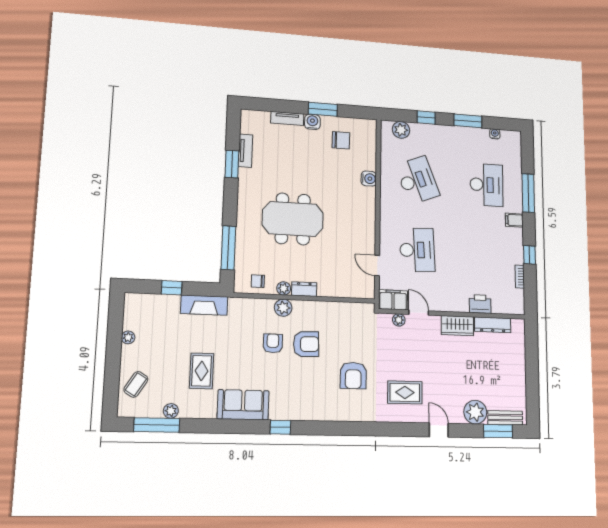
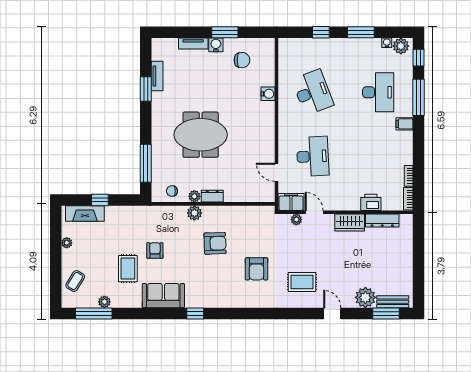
plant: (401, 130) -> (401, 46), moved
window: (530, 255) -> (418, 58), moved
bookcase: (520, 302) -> (408, 199), added
fireplace: (204, 305) -> (85, 214), moved
armchair: (273, 343) -> (155, 250), moved

